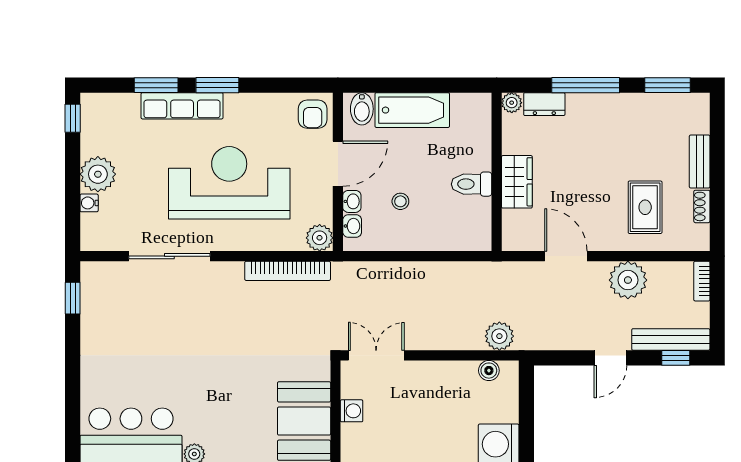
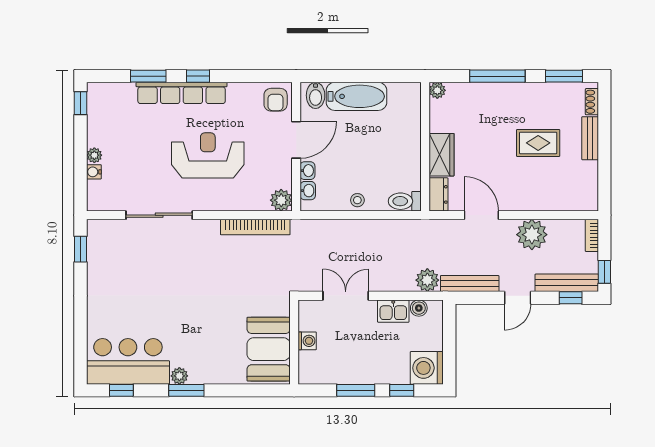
window: (217, 85) -> (198, 76), width x0.67
dresser: (544, 104) -> (439, 194), moved, turned -90
row of seats: (182, 106) -> (182, 93), width x1.36
plant: (98, 174) -> (94, 155), width x0.53, depth x0.53
reception desk: (229, 183) -> (208, 155), width x0.74, depth x0.77
toilet: (472, 184) -> (405, 201), moved
stool: (400, 201) -> (357, 200), moved
shoe rack: (702, 206) -> (592, 102), moved
rug: (645, 207) -> (538, 143), moved, turned 90
window: (717, 326) -> (604, 272), added
bench: (551, 340) -> (470, 284), added
double door: (376, 355) -> (346, 296), moved
kitchen sink: (457, 374) -> (393, 311), added

